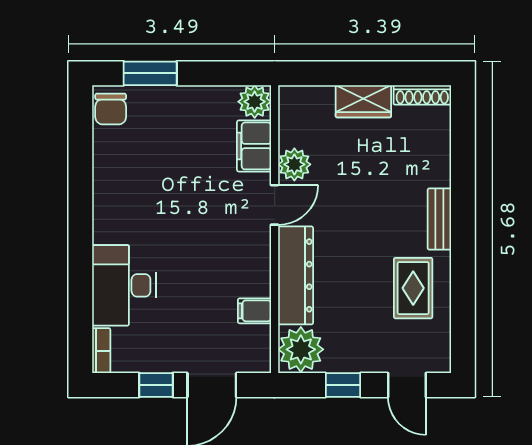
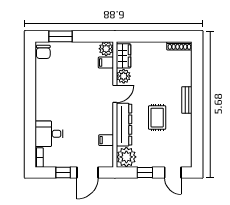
wardrobe: (363, 101) -> (123, 56), moved, turned -90
filing cabinet: (254, 146) -> (106, 63), width x0.50
desk: (124, 285) -> (49, 134), width x0.73
rug: (413, 288) -> (157, 118), moved

